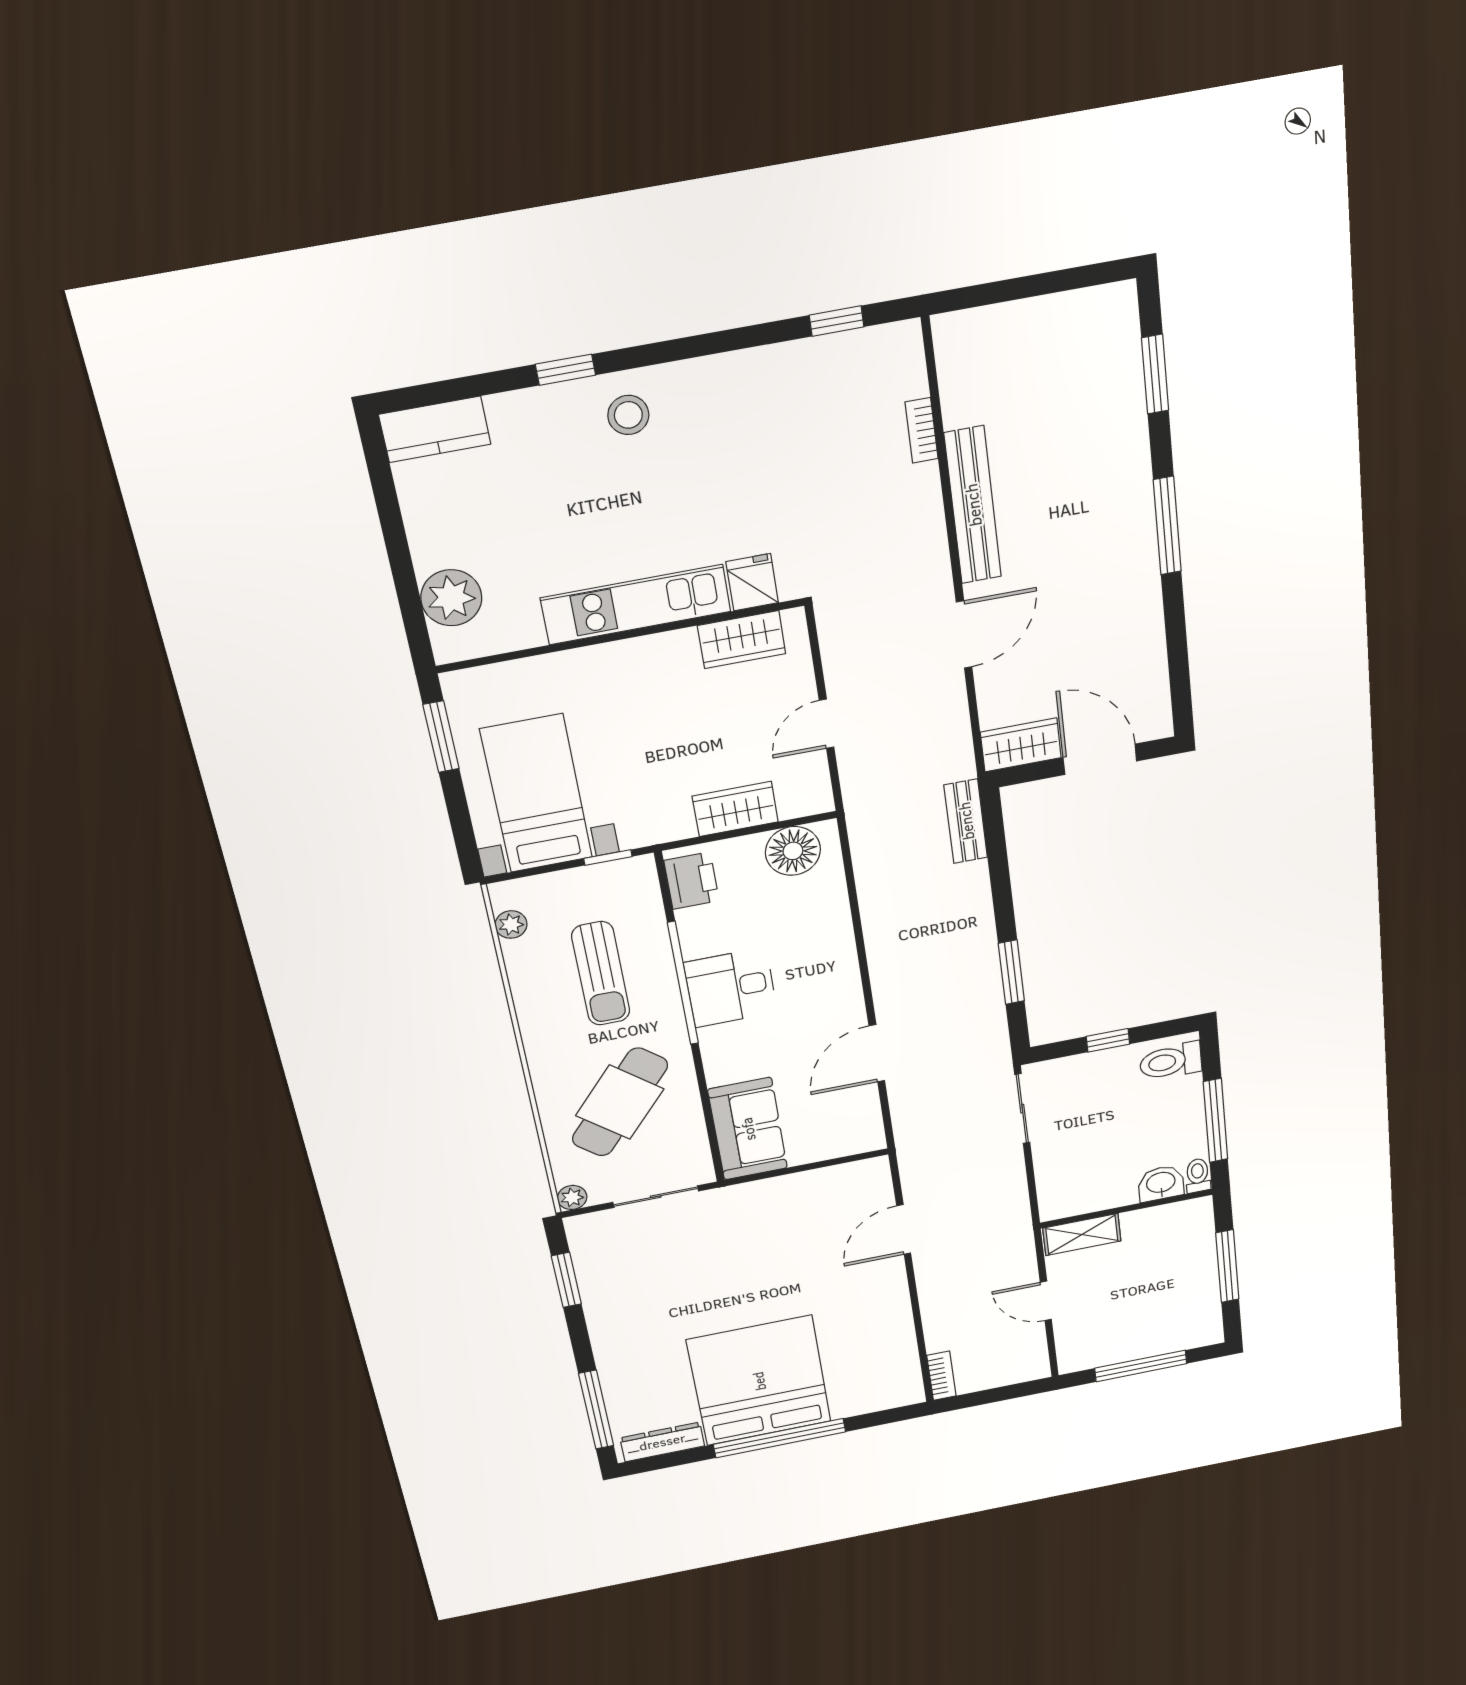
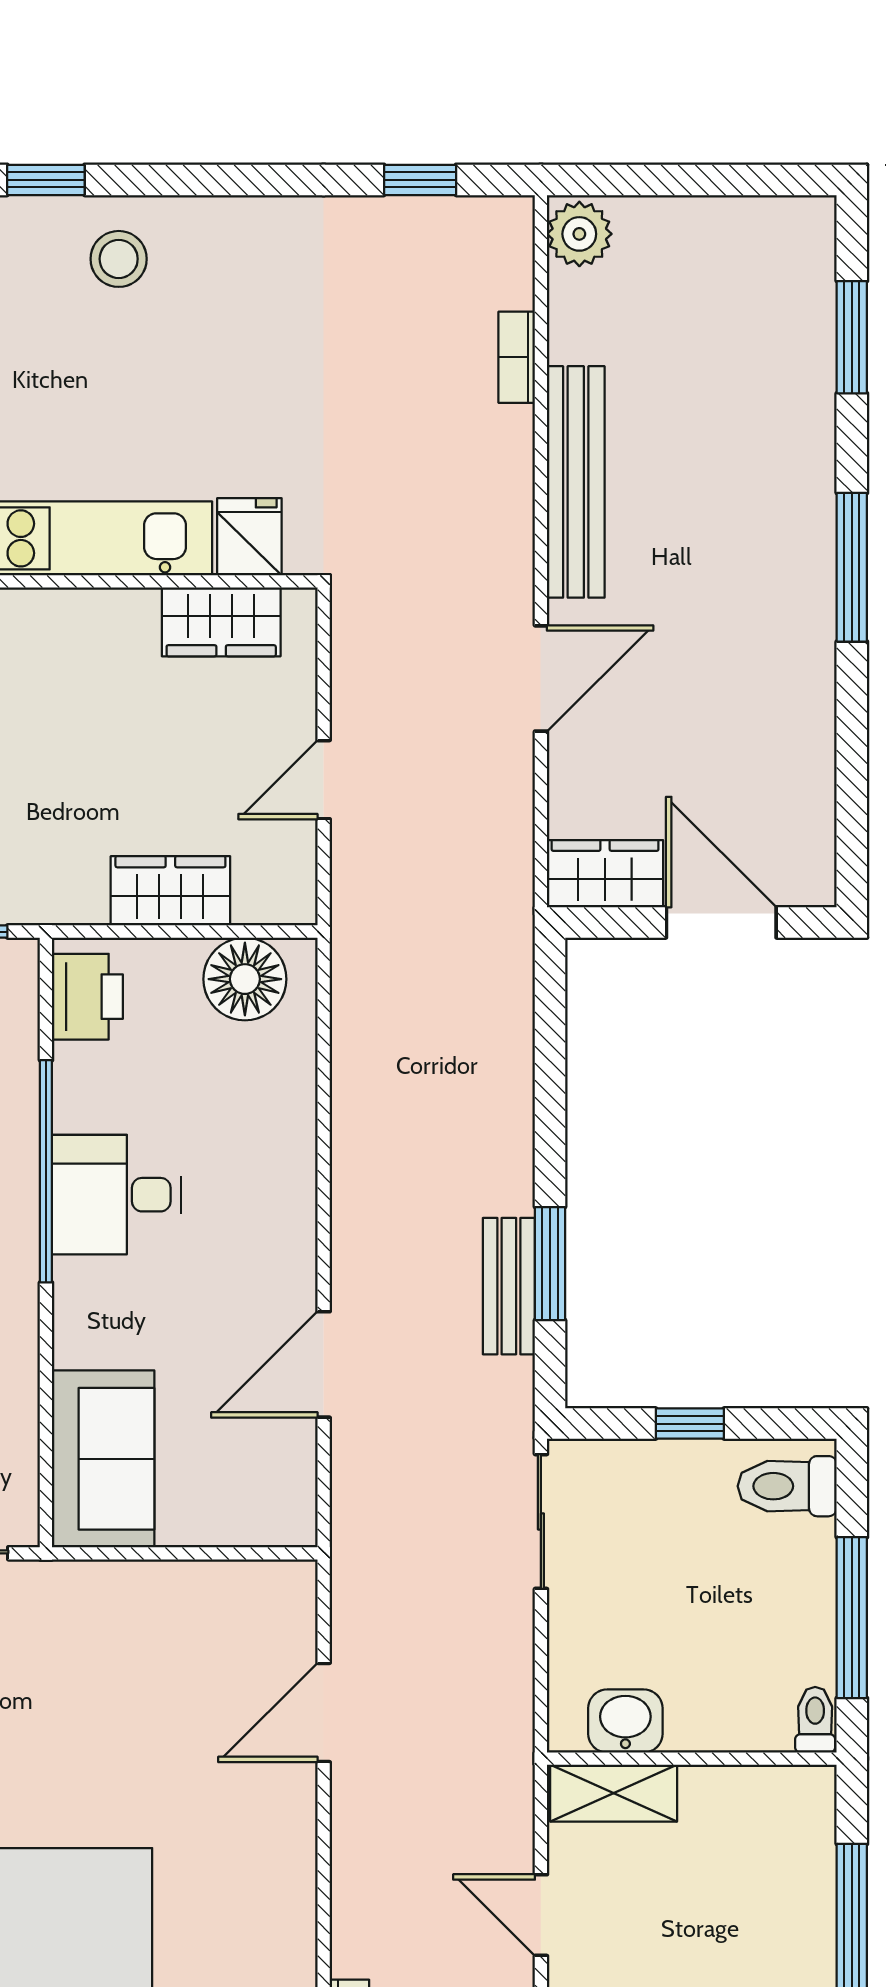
plant: (956, 338) -> (579, 234), added
bench: (966, 821) -> (509, 1286), moved
washbasin: (1161, 1183) -> (625, 1721), moved

